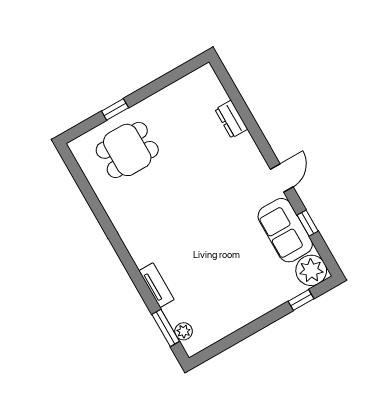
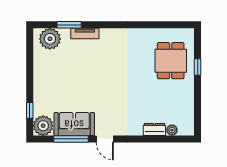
plant: (219, 95) -> (172, 130), added
window: (308, 223) -> (71, 139), width x2.17
window: (166, 328) -> (69, 25), moved
plant: (184, 331) -> (50, 39), width x1.87, depth x1.87

